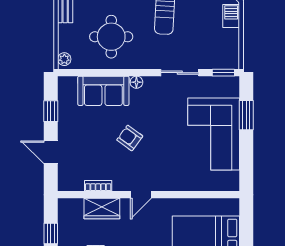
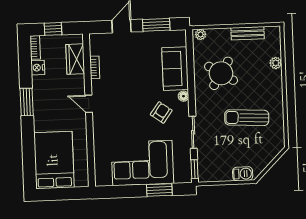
round table: (111, 37) -> (221, 73), turned 32
window: (51, 111) -> (156, 25), width x1.50
armchair: (130, 138) -> (161, 112), moved
wardrobe: (102, 209) -> (75, 59), moved

